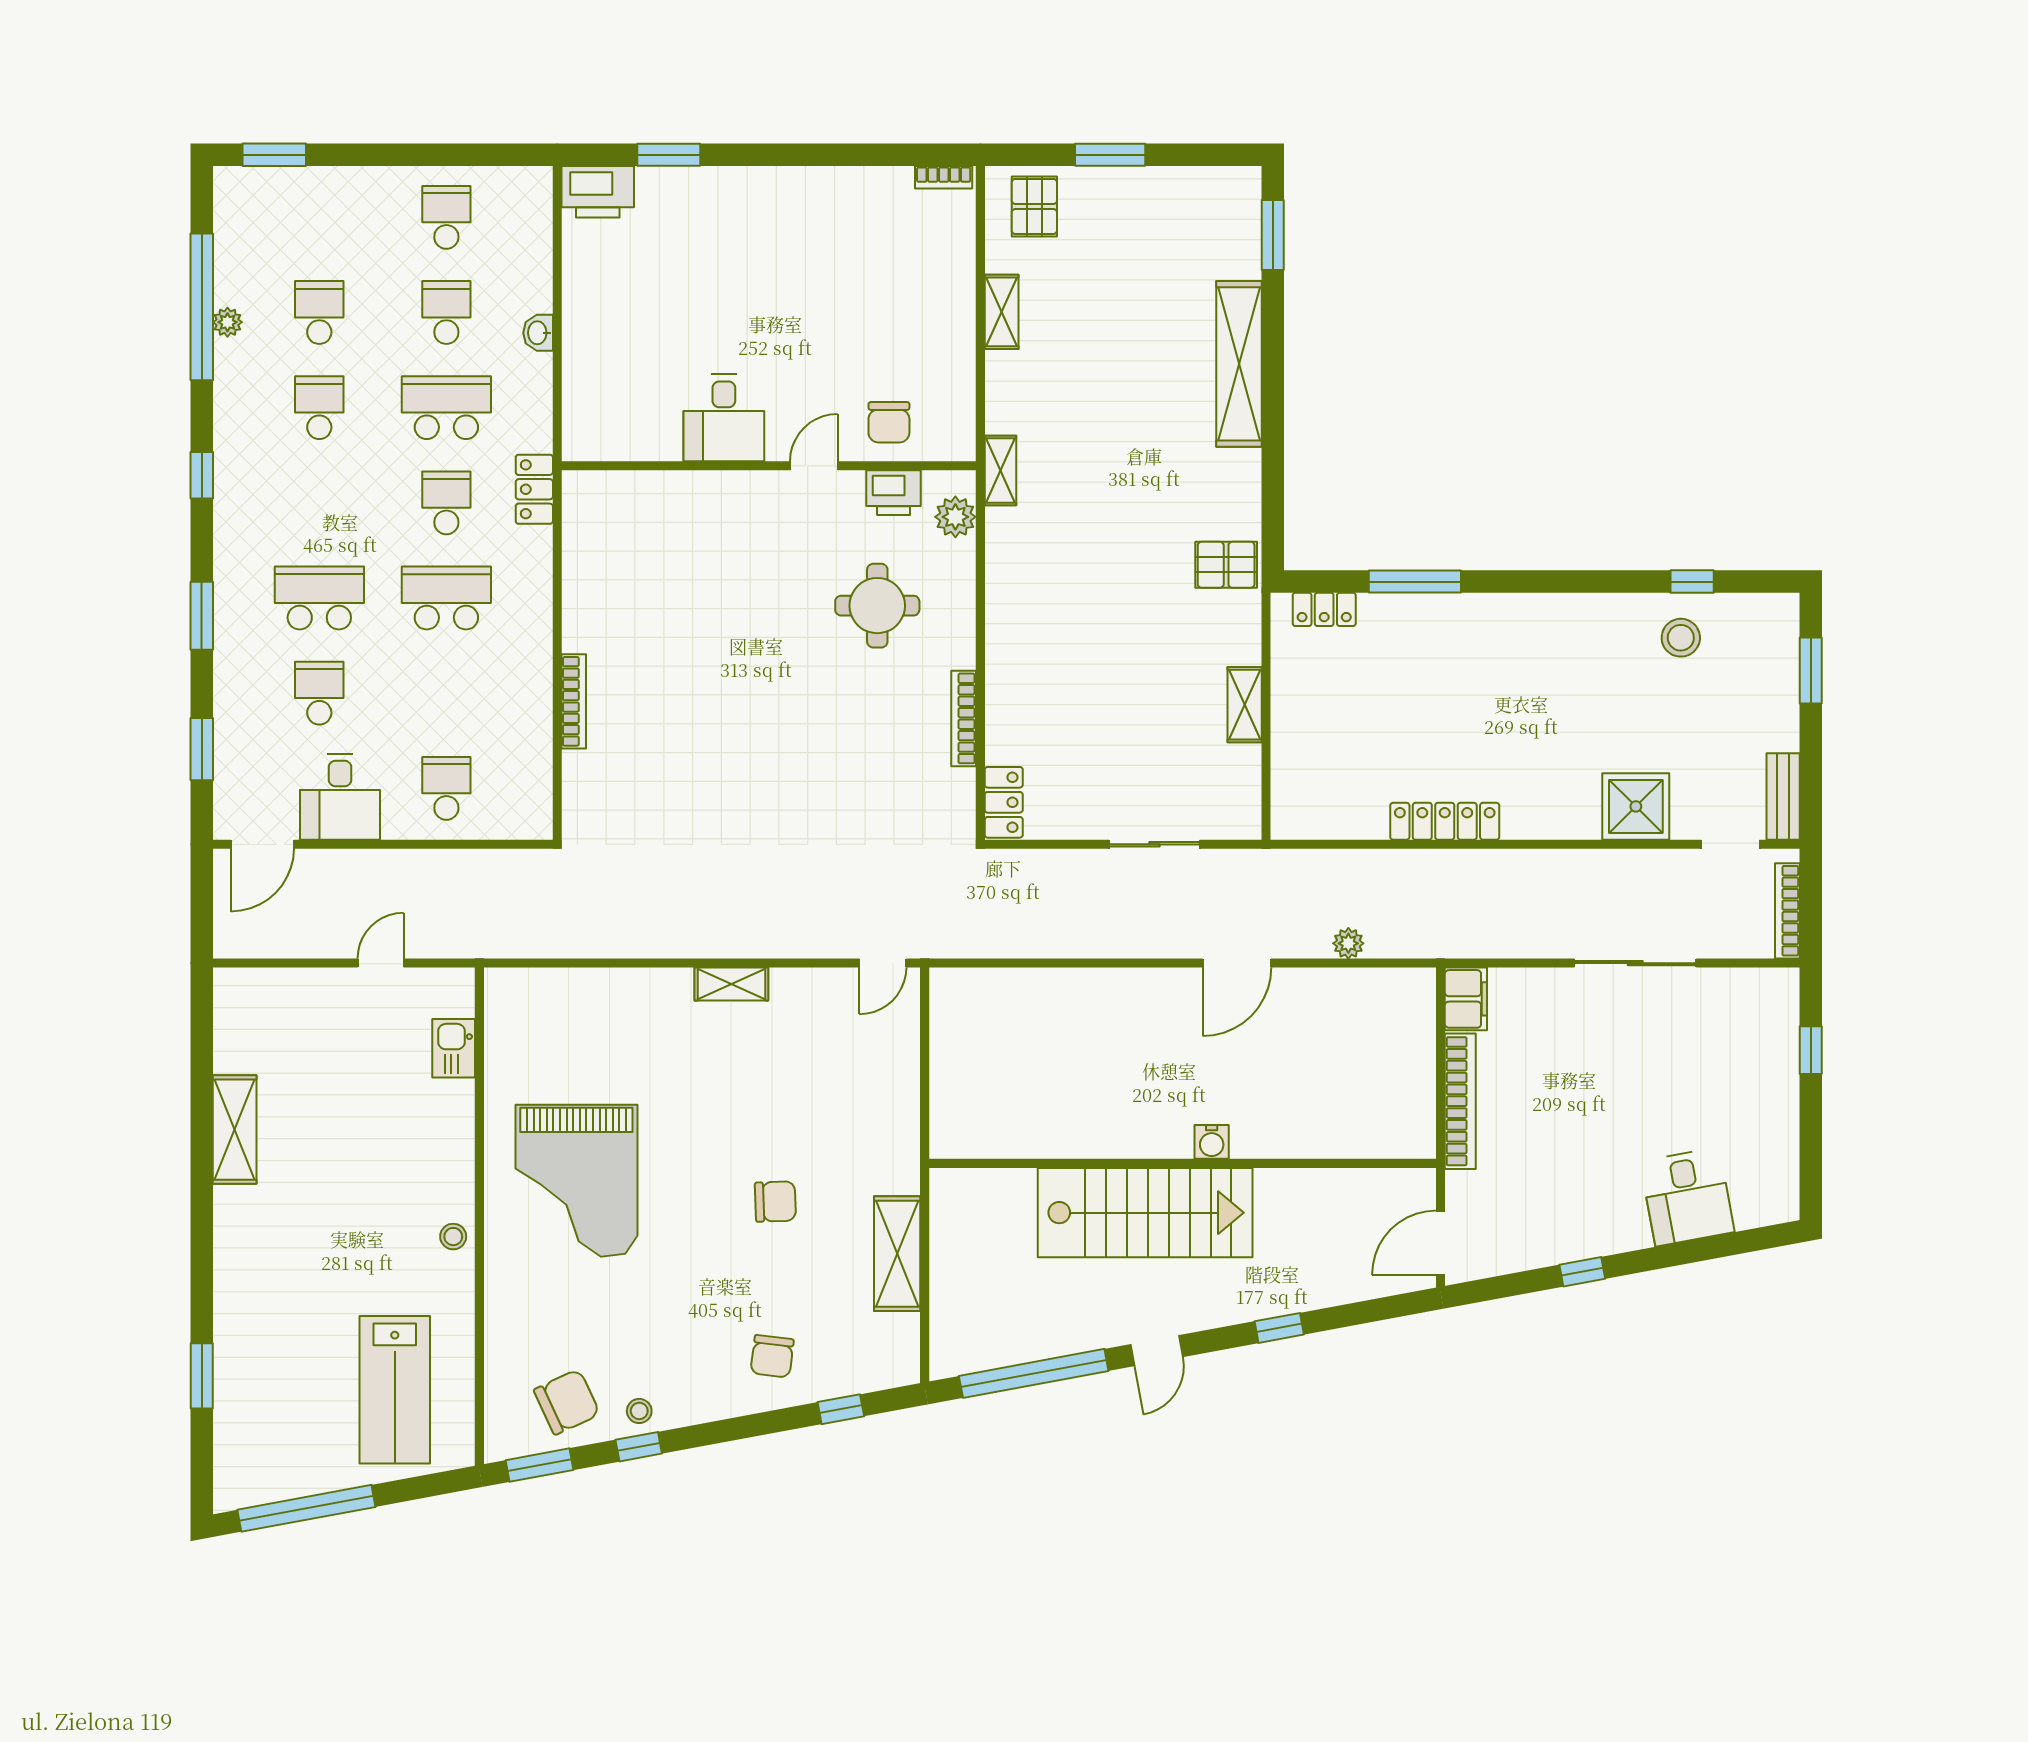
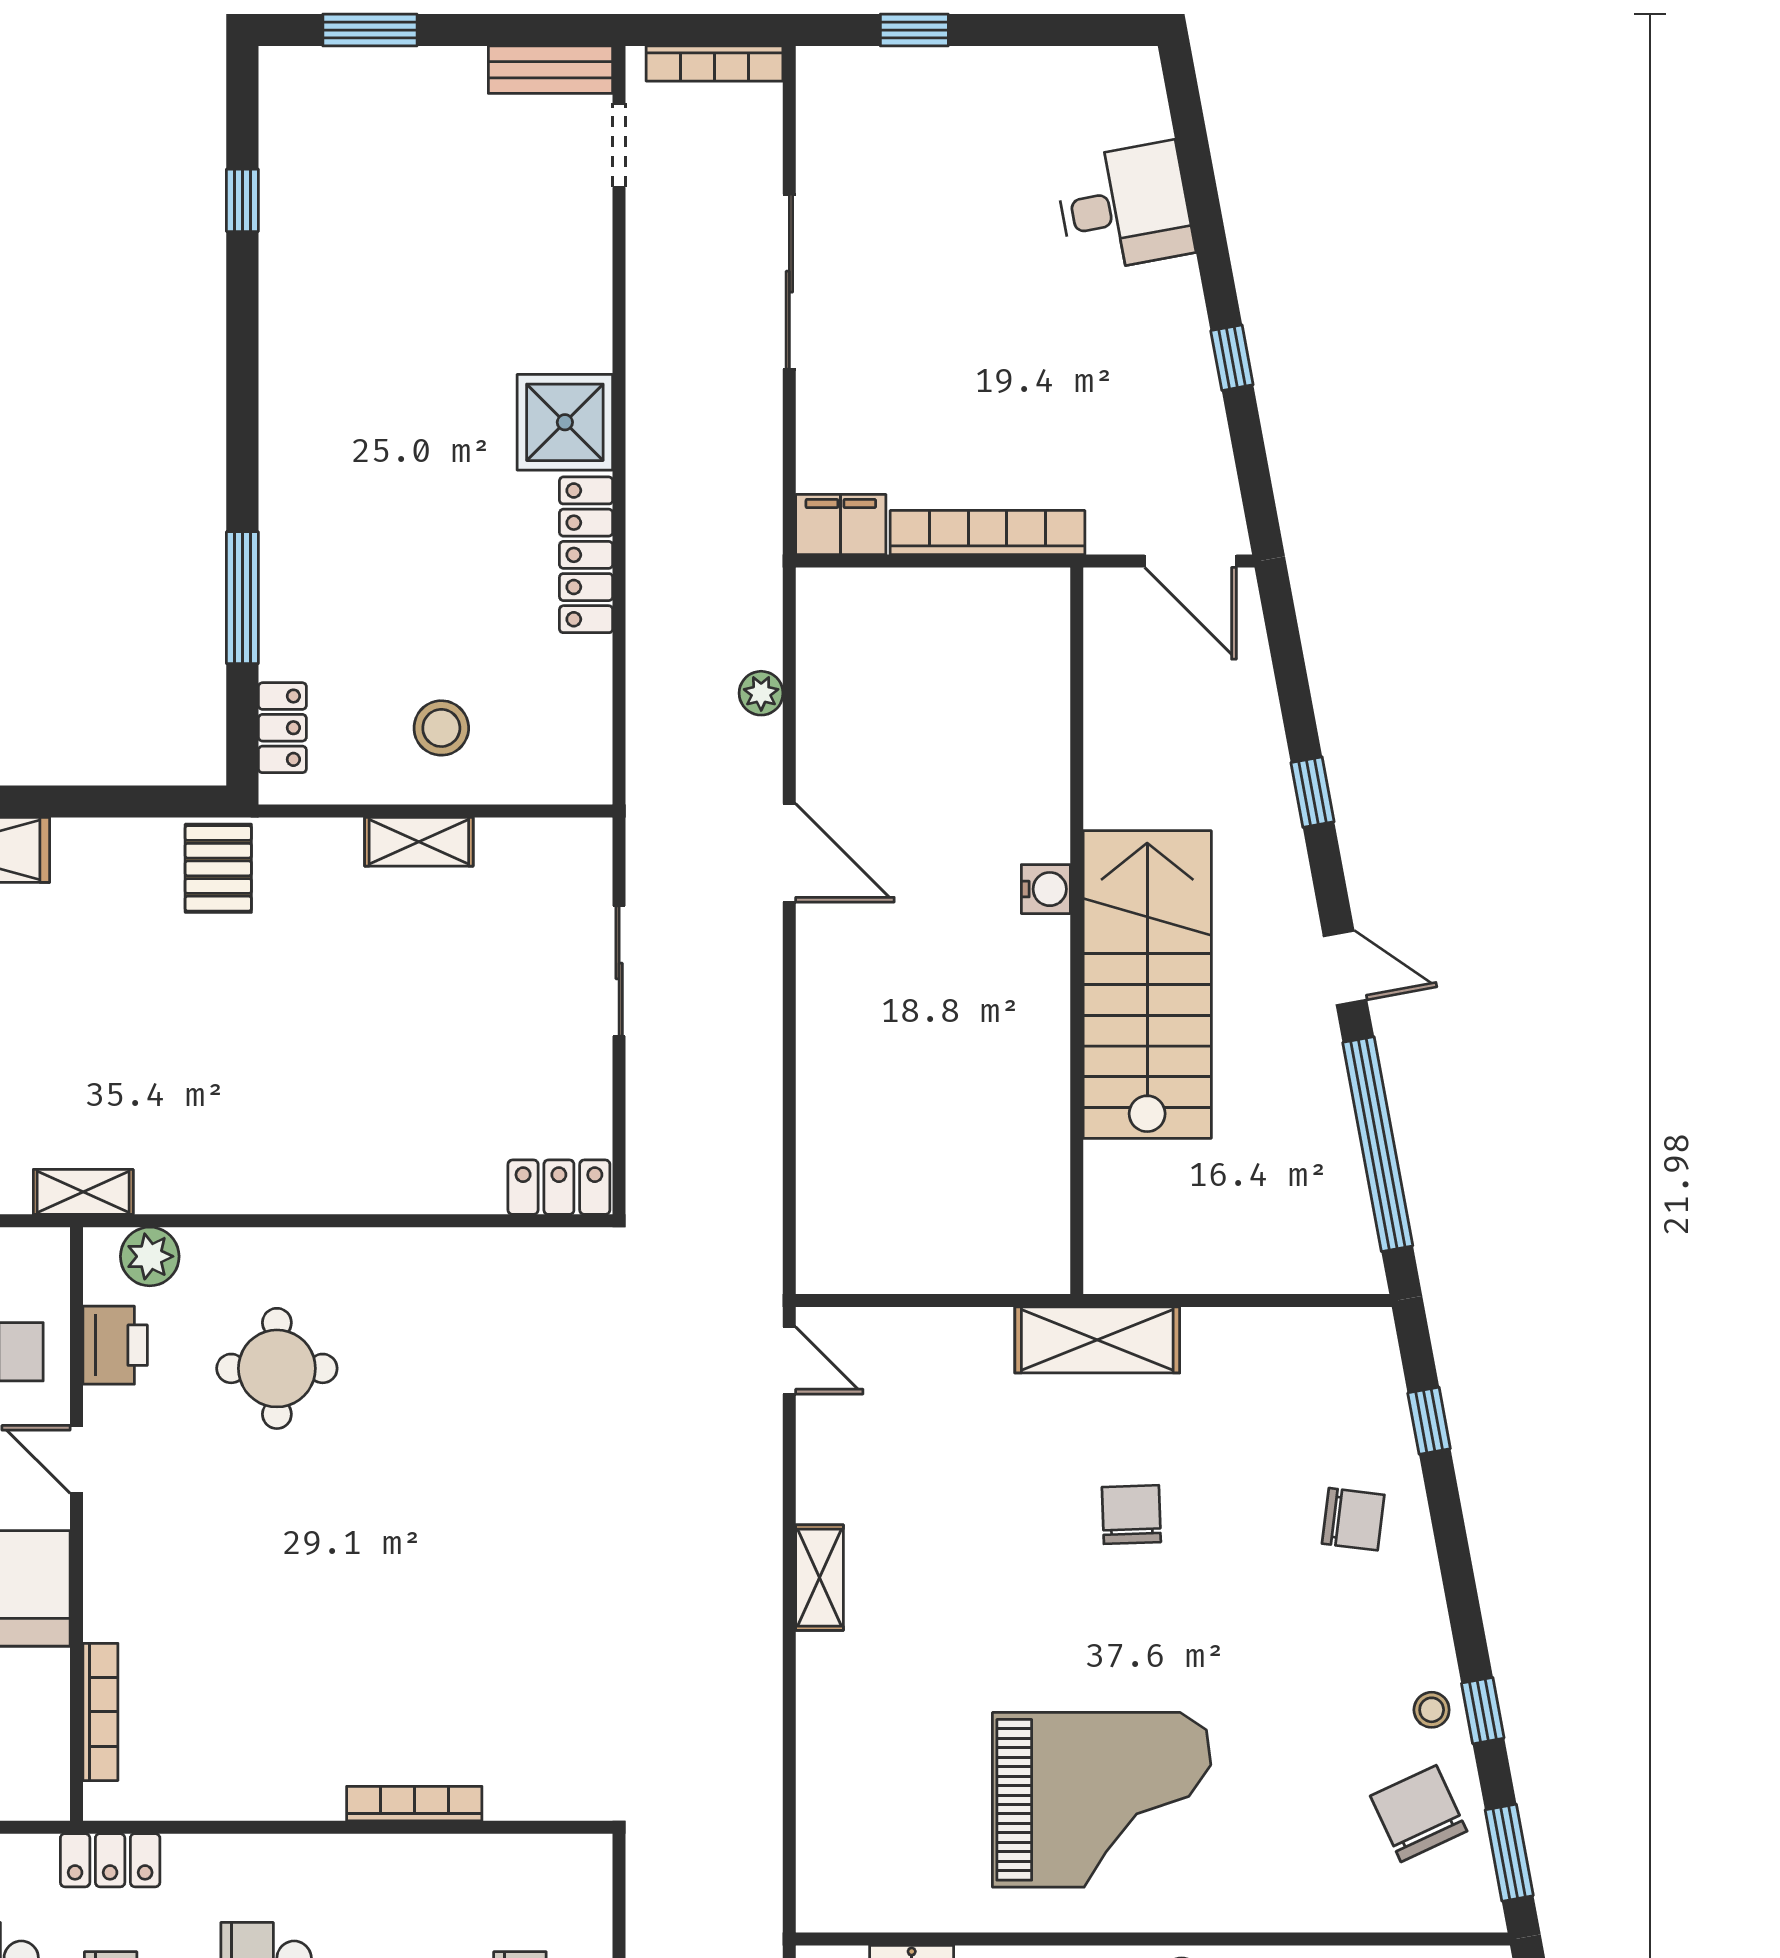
stool: (1681, 638) -> (441, 728), moved
bookcase: (964, 718) -> (100, 1712), moved, turned -90
shower: (1636, 806) -> (565, 422), moved
shelving: (897, 1254) -> (1097, 1340), moved

